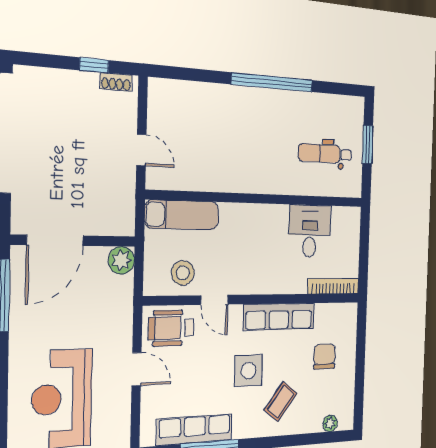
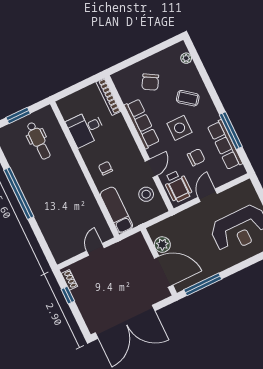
chair: (246, 231) -> (105, 168), added
plant: (121, 260) -> (162, 245), moved
chair: (324, 356) -> (150, 82), turned -60
chair: (198, 377) -> (196, 157), added

